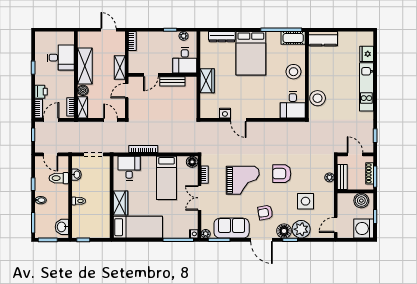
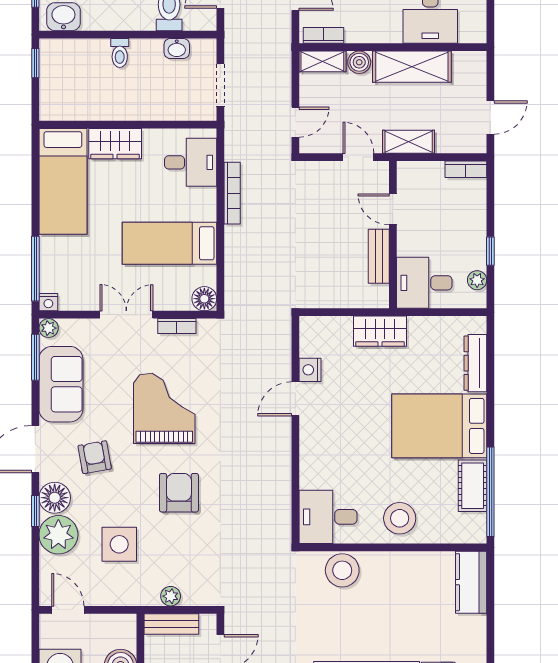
cot: (293, 38) -> (473, 486), moved
grand piano: (243, 180) -> (164, 408), turned 180

